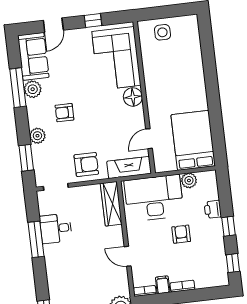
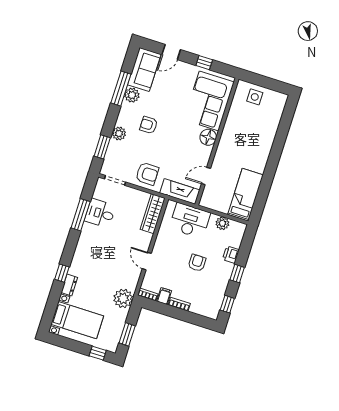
bed: (193, 140) -> (245, 195), width x0.67
desk: (154, 198) -> (190, 221), width x0.73, depth x0.77

